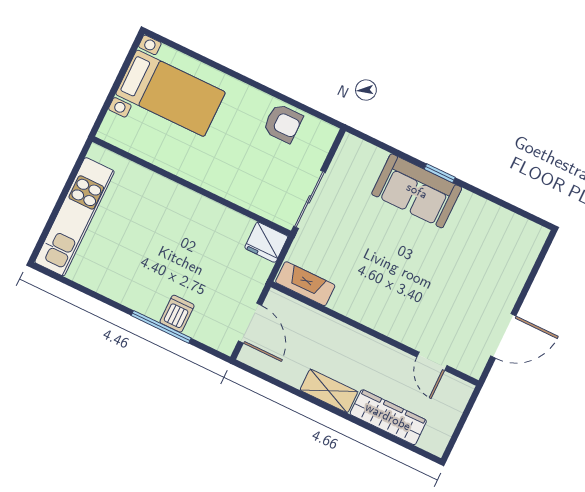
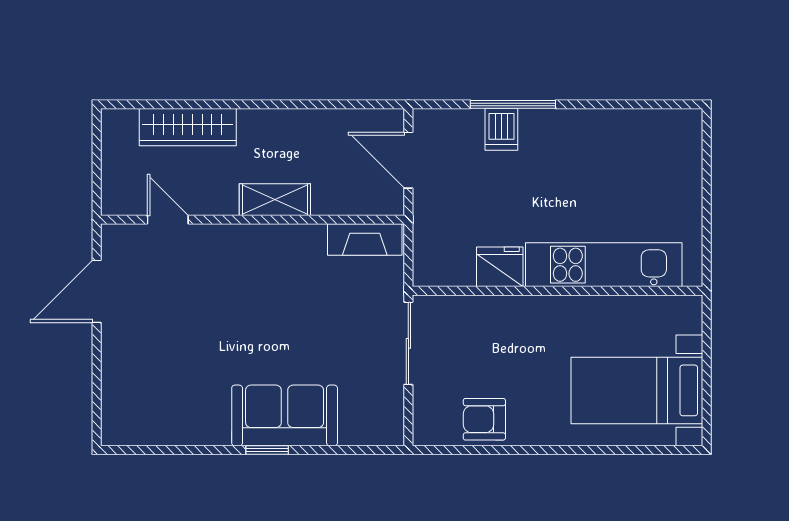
kitchen unit: (75, 217) -> (604, 265), moved, turned 90
fridge: (266, 242) -> (500, 267), moved
shelving: (329, 391) -> (275, 200), moved

